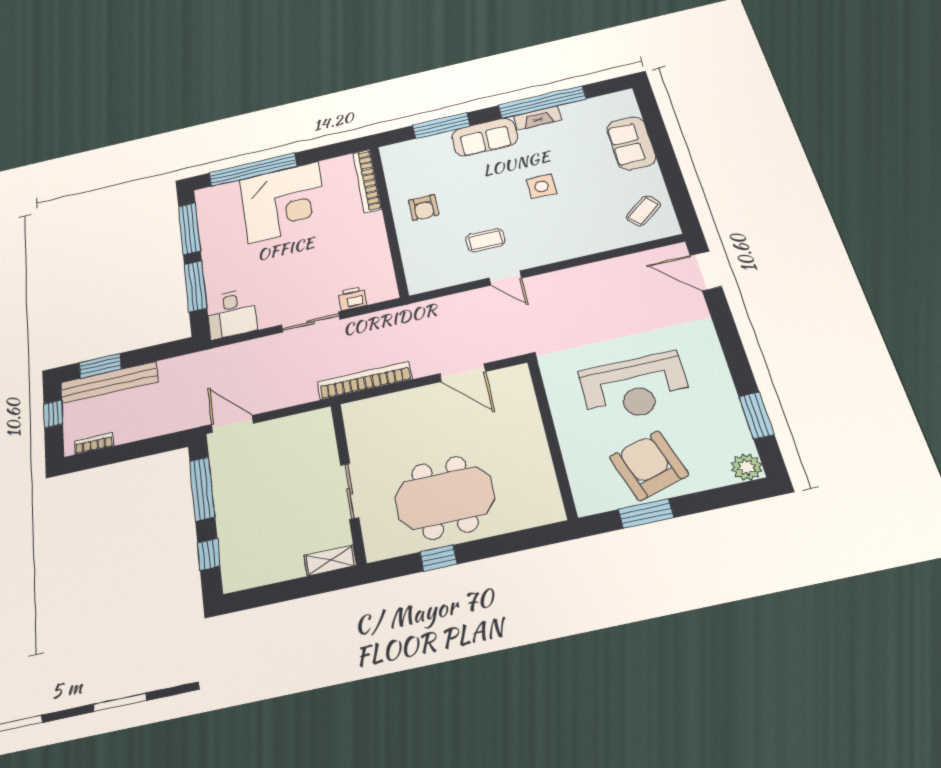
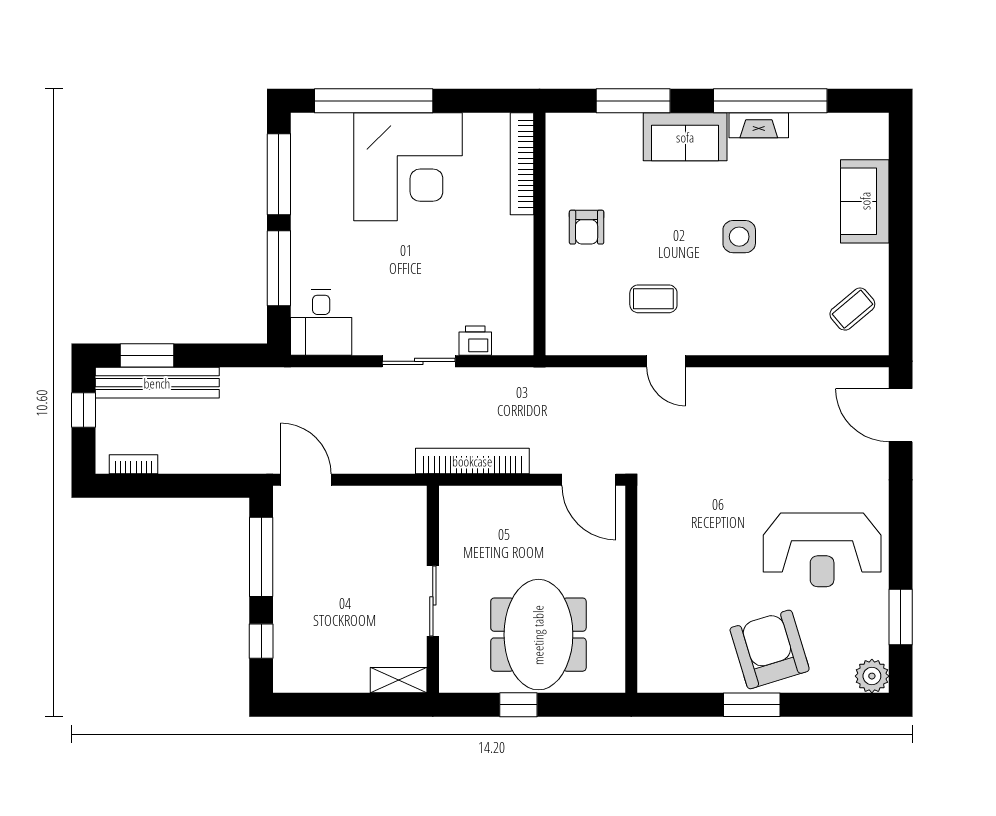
reception desk: (635, 387) -> (822, 550), moved
wall: (552, 438) -> (631, 589), moved
meeting table: (445, 498) -> (538, 635), turned 90

